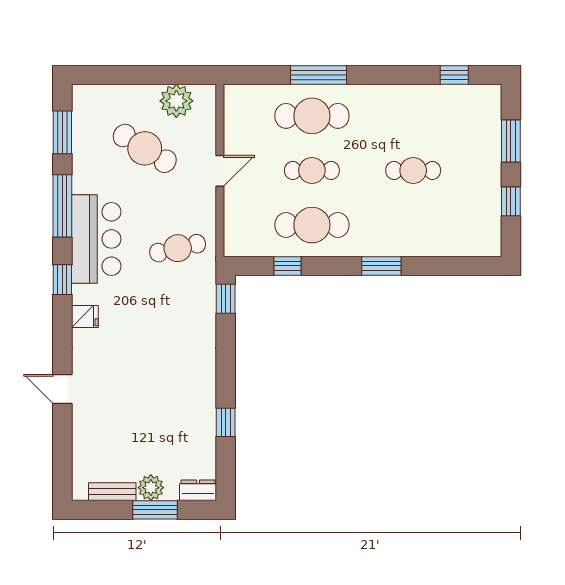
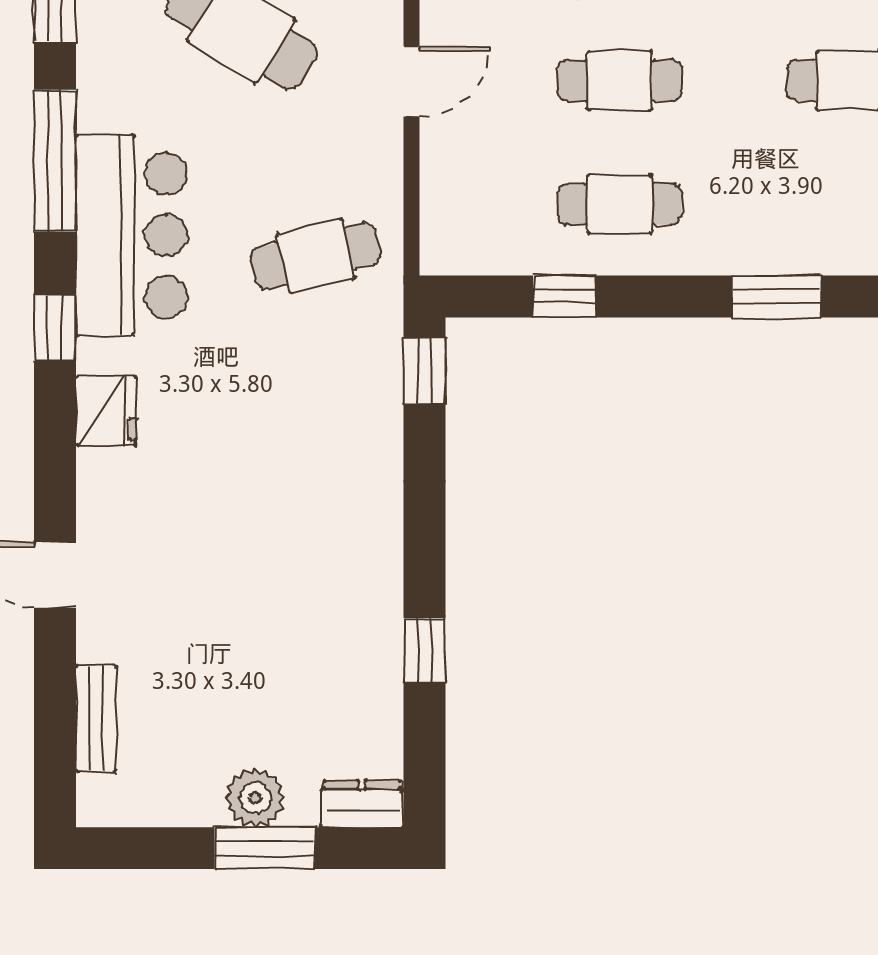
cafe table: (312, 225) -> (620, 204), width x0.73, depth x0.74
fridge: (85, 316) -> (106, 411), width x1.38
bench: (112, 492) -> (96, 718), moved, turned 90

